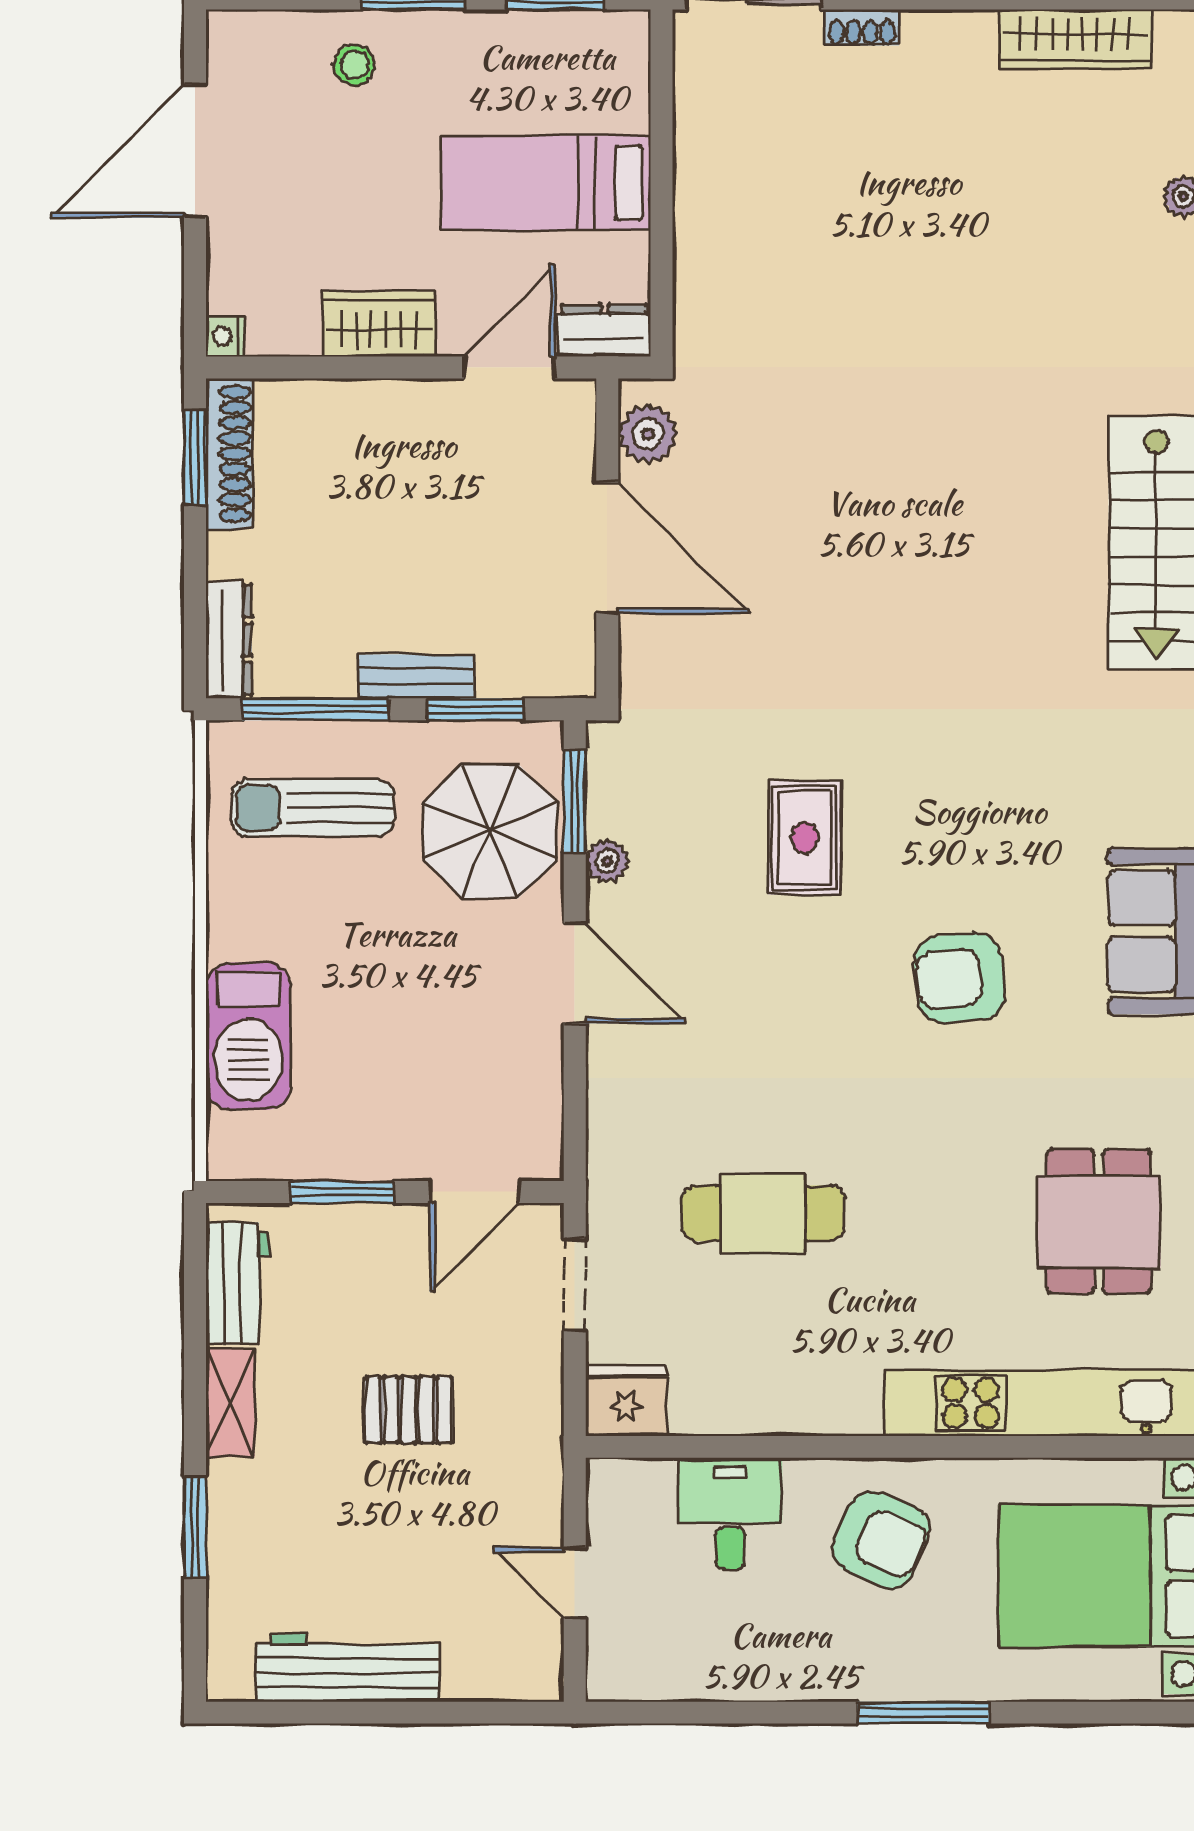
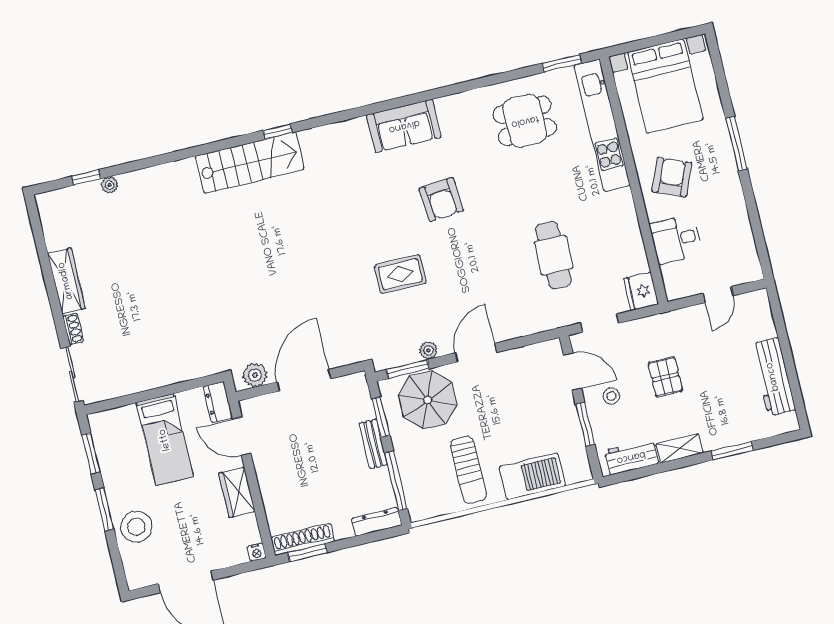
wardrobe: (1075, 39) -> (66, 281), moved
stool: (354, 65) -> (136, 527), width x1.89, depth x1.89
sun lounger: (312, 808) -> (468, 470), moved
stool: (394, 1271) -> (611, 396), added

